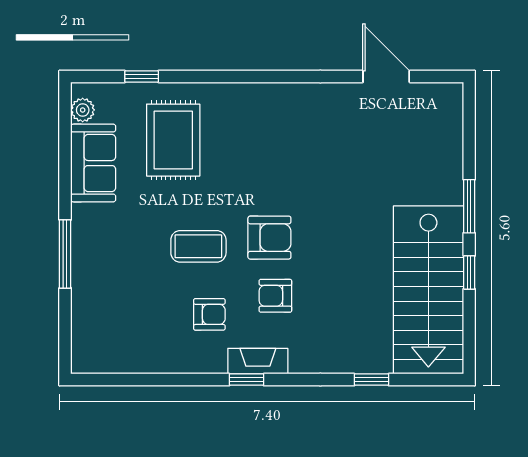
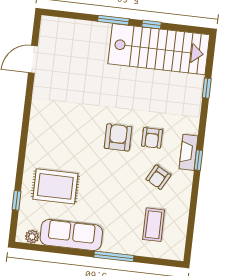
sofa: (93, 163) -> (71, 235), width x1.36
coffee table: (198, 246) -> (154, 225), moved
armchair: (209, 314) -> (158, 177), turned -151

